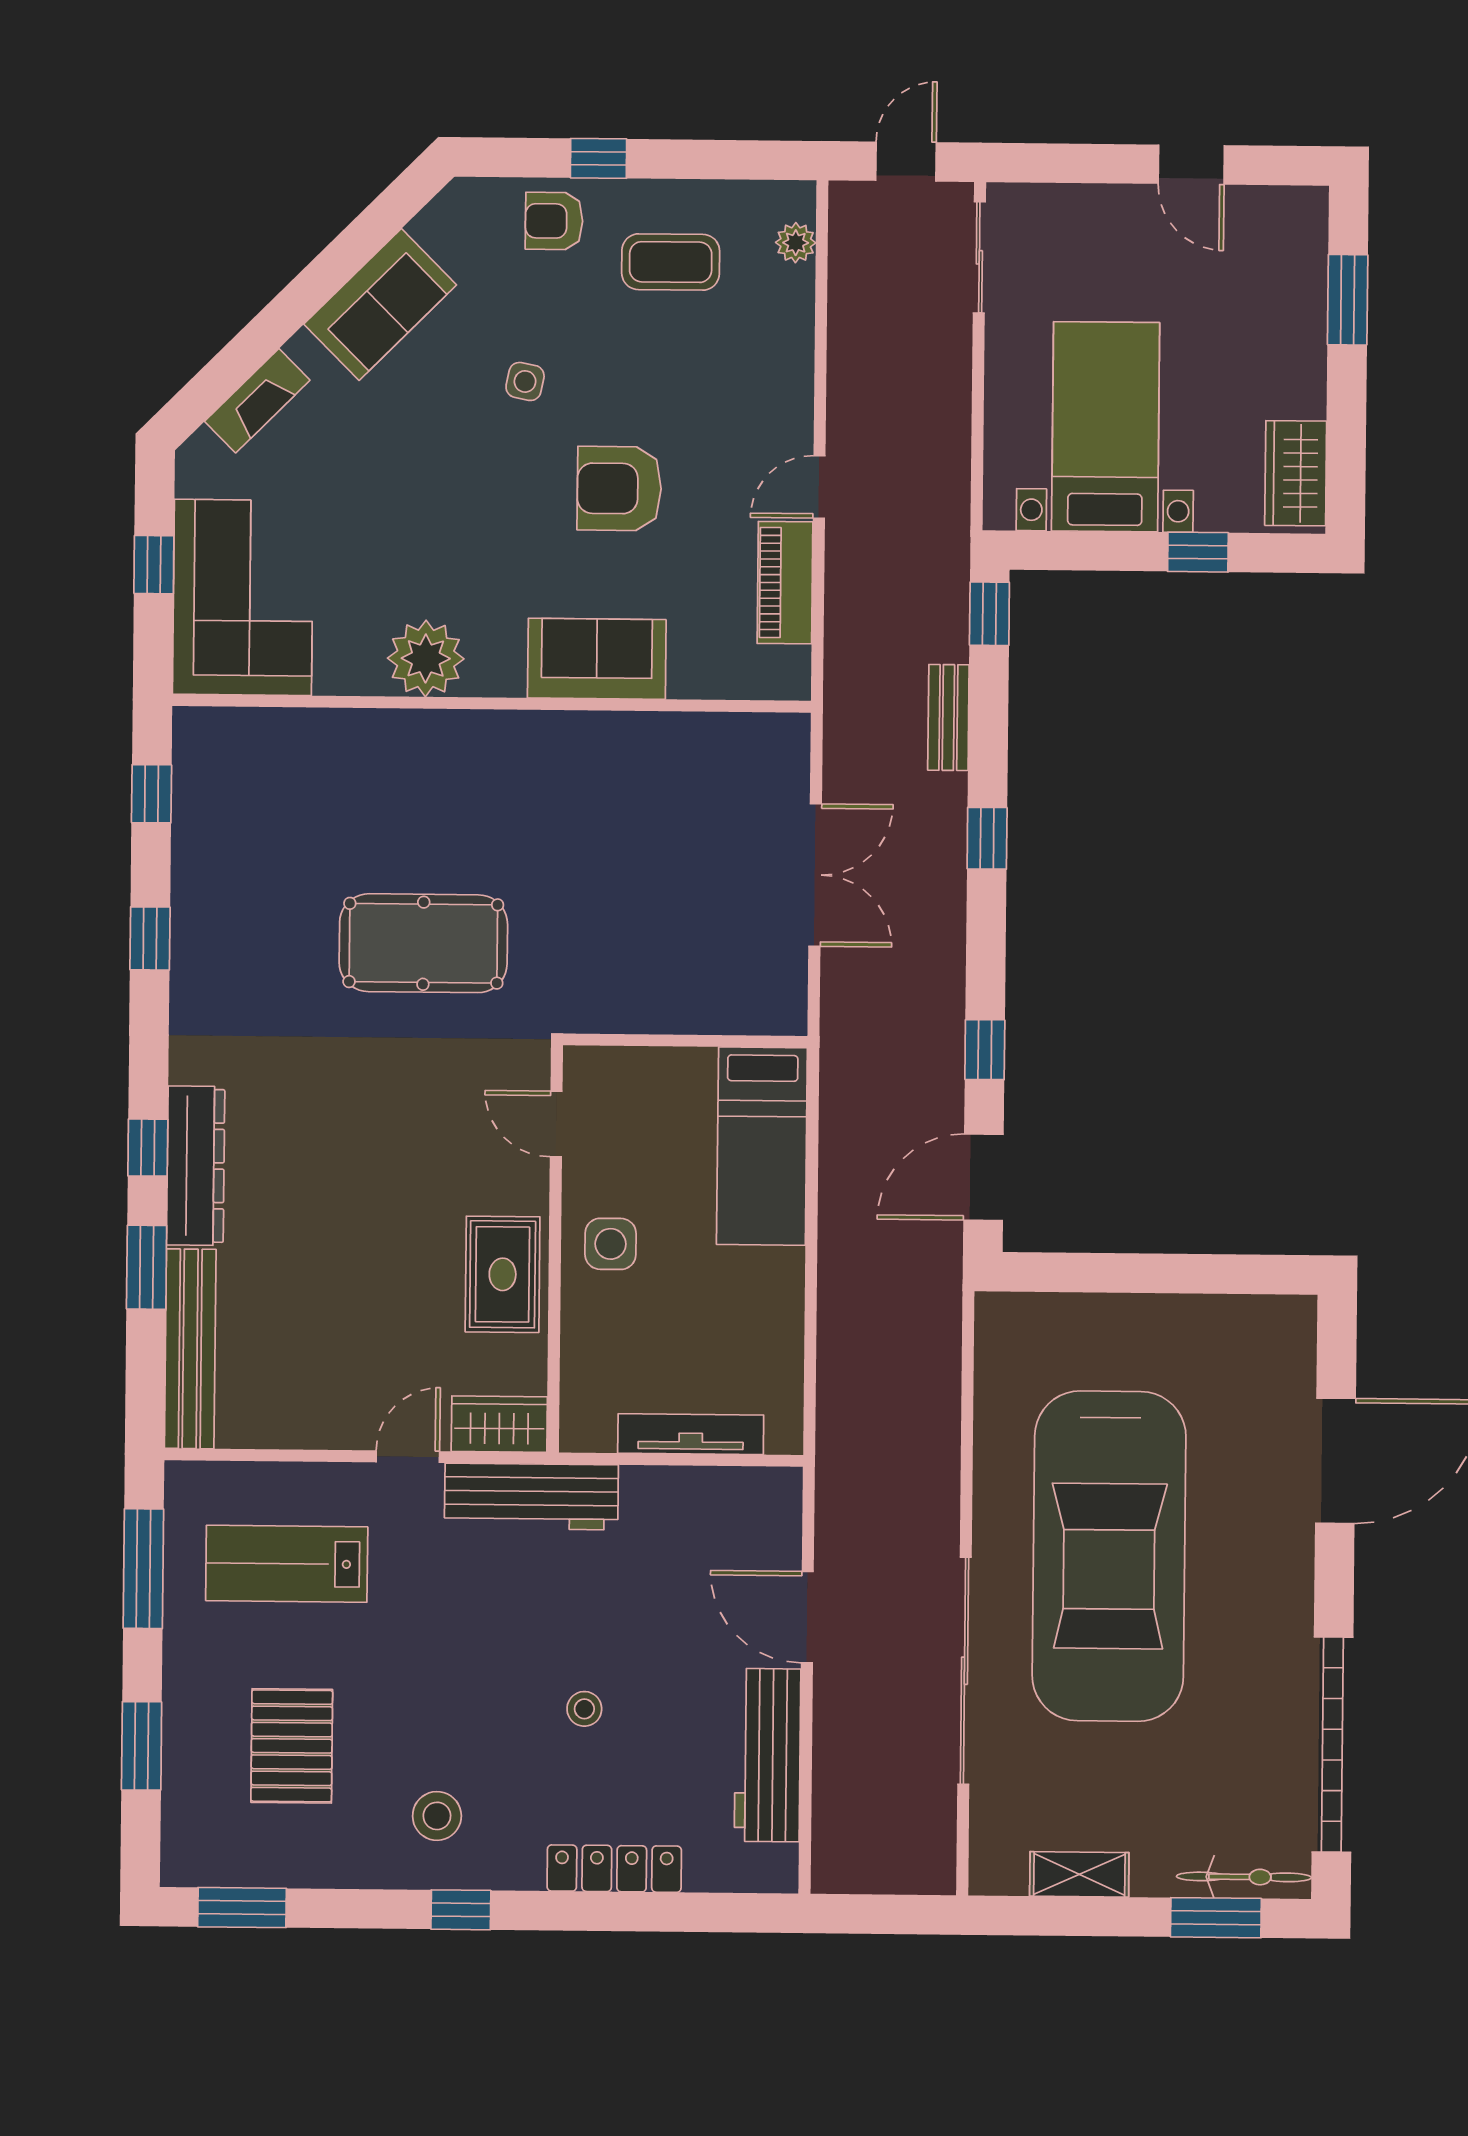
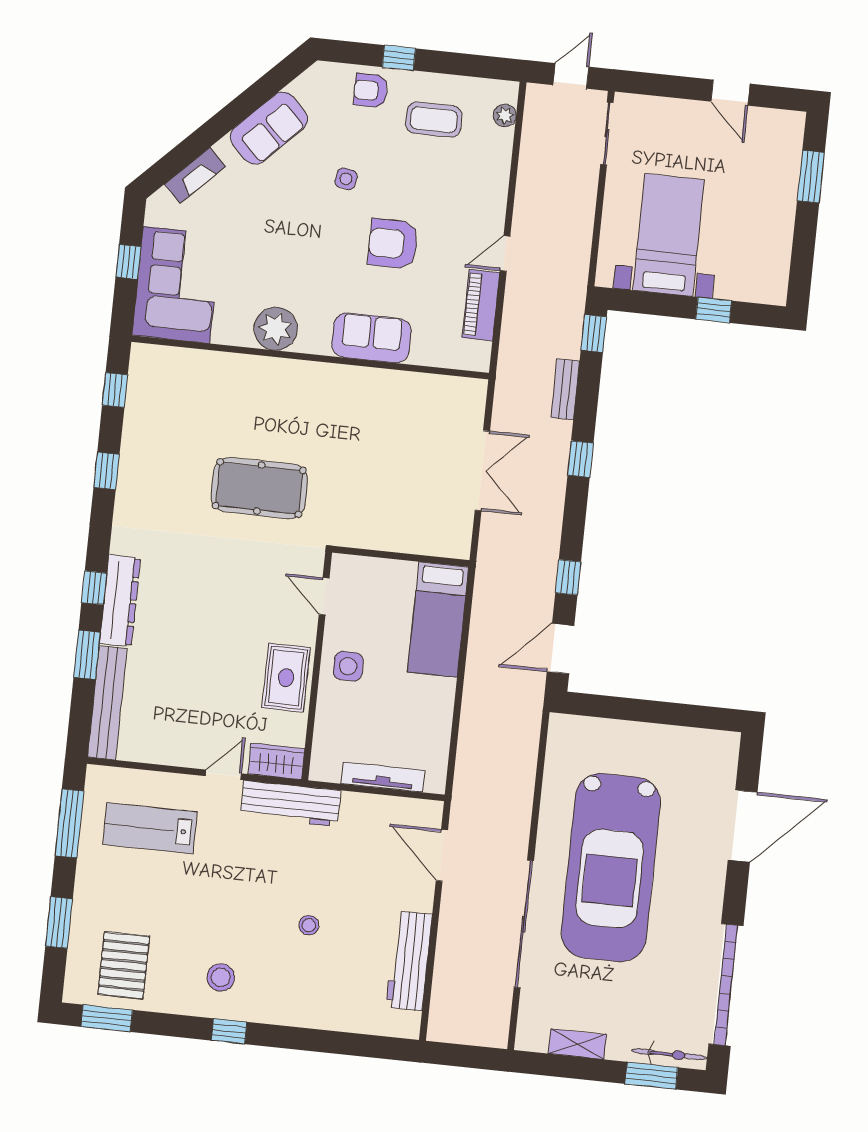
wardrobe: (1296, 473) -> (773, 271), removed
door: (807, 1617) -> (442, 855), moved
pallet: (292, 1746) -> (124, 965), moved
locker: (614, 1869) -> (317, 1016), removed

